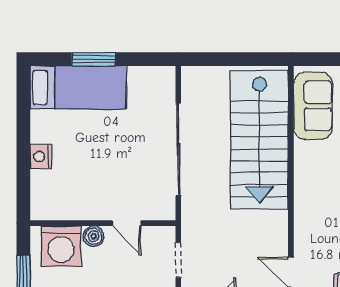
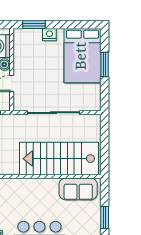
bed: (78, 88) -> (82, 56), width x1.50
window: (23, 184) -> (34, 25), added

